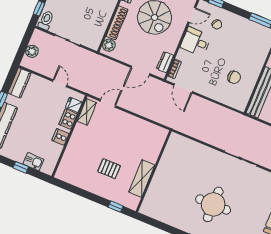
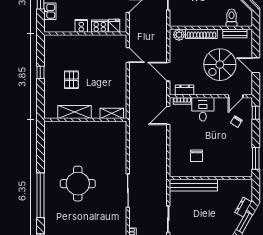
door: (192, 15) -> (236, 96), hinge flipped
desk: (196, 42) -> (203, 109), moved
shelving: (87, 112) -> (112, 113), moved
window: (116, 207) -> (40, 72), moved

